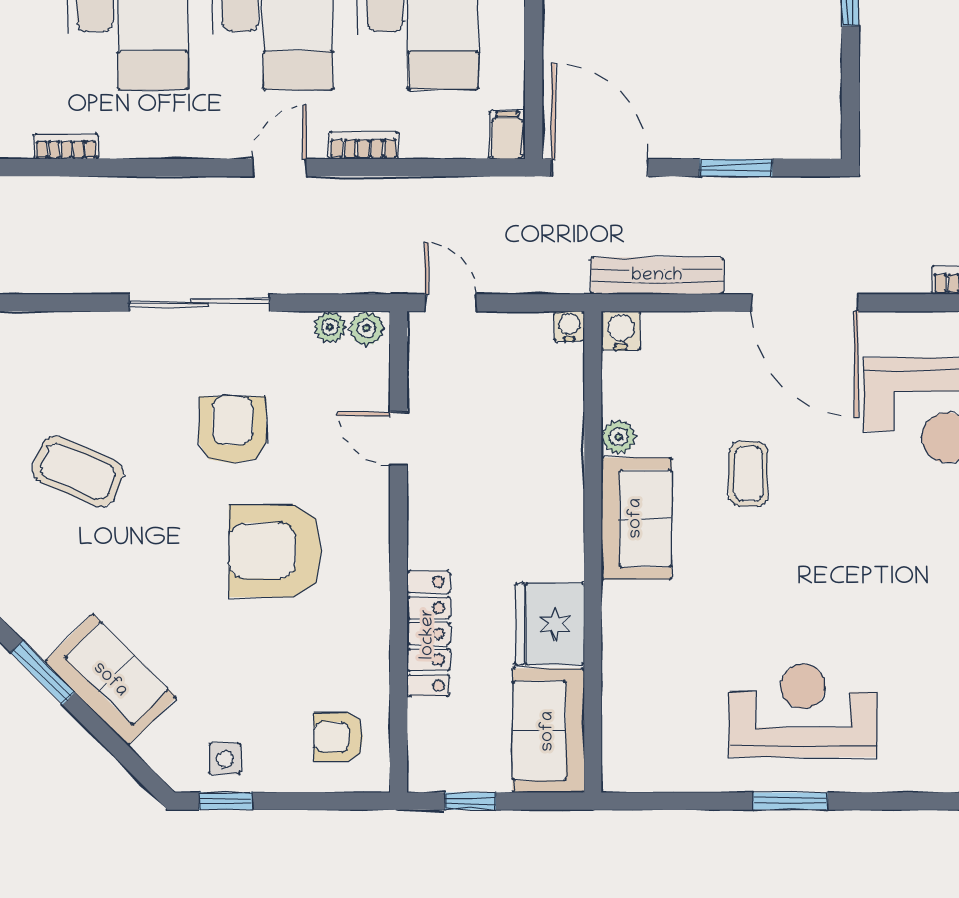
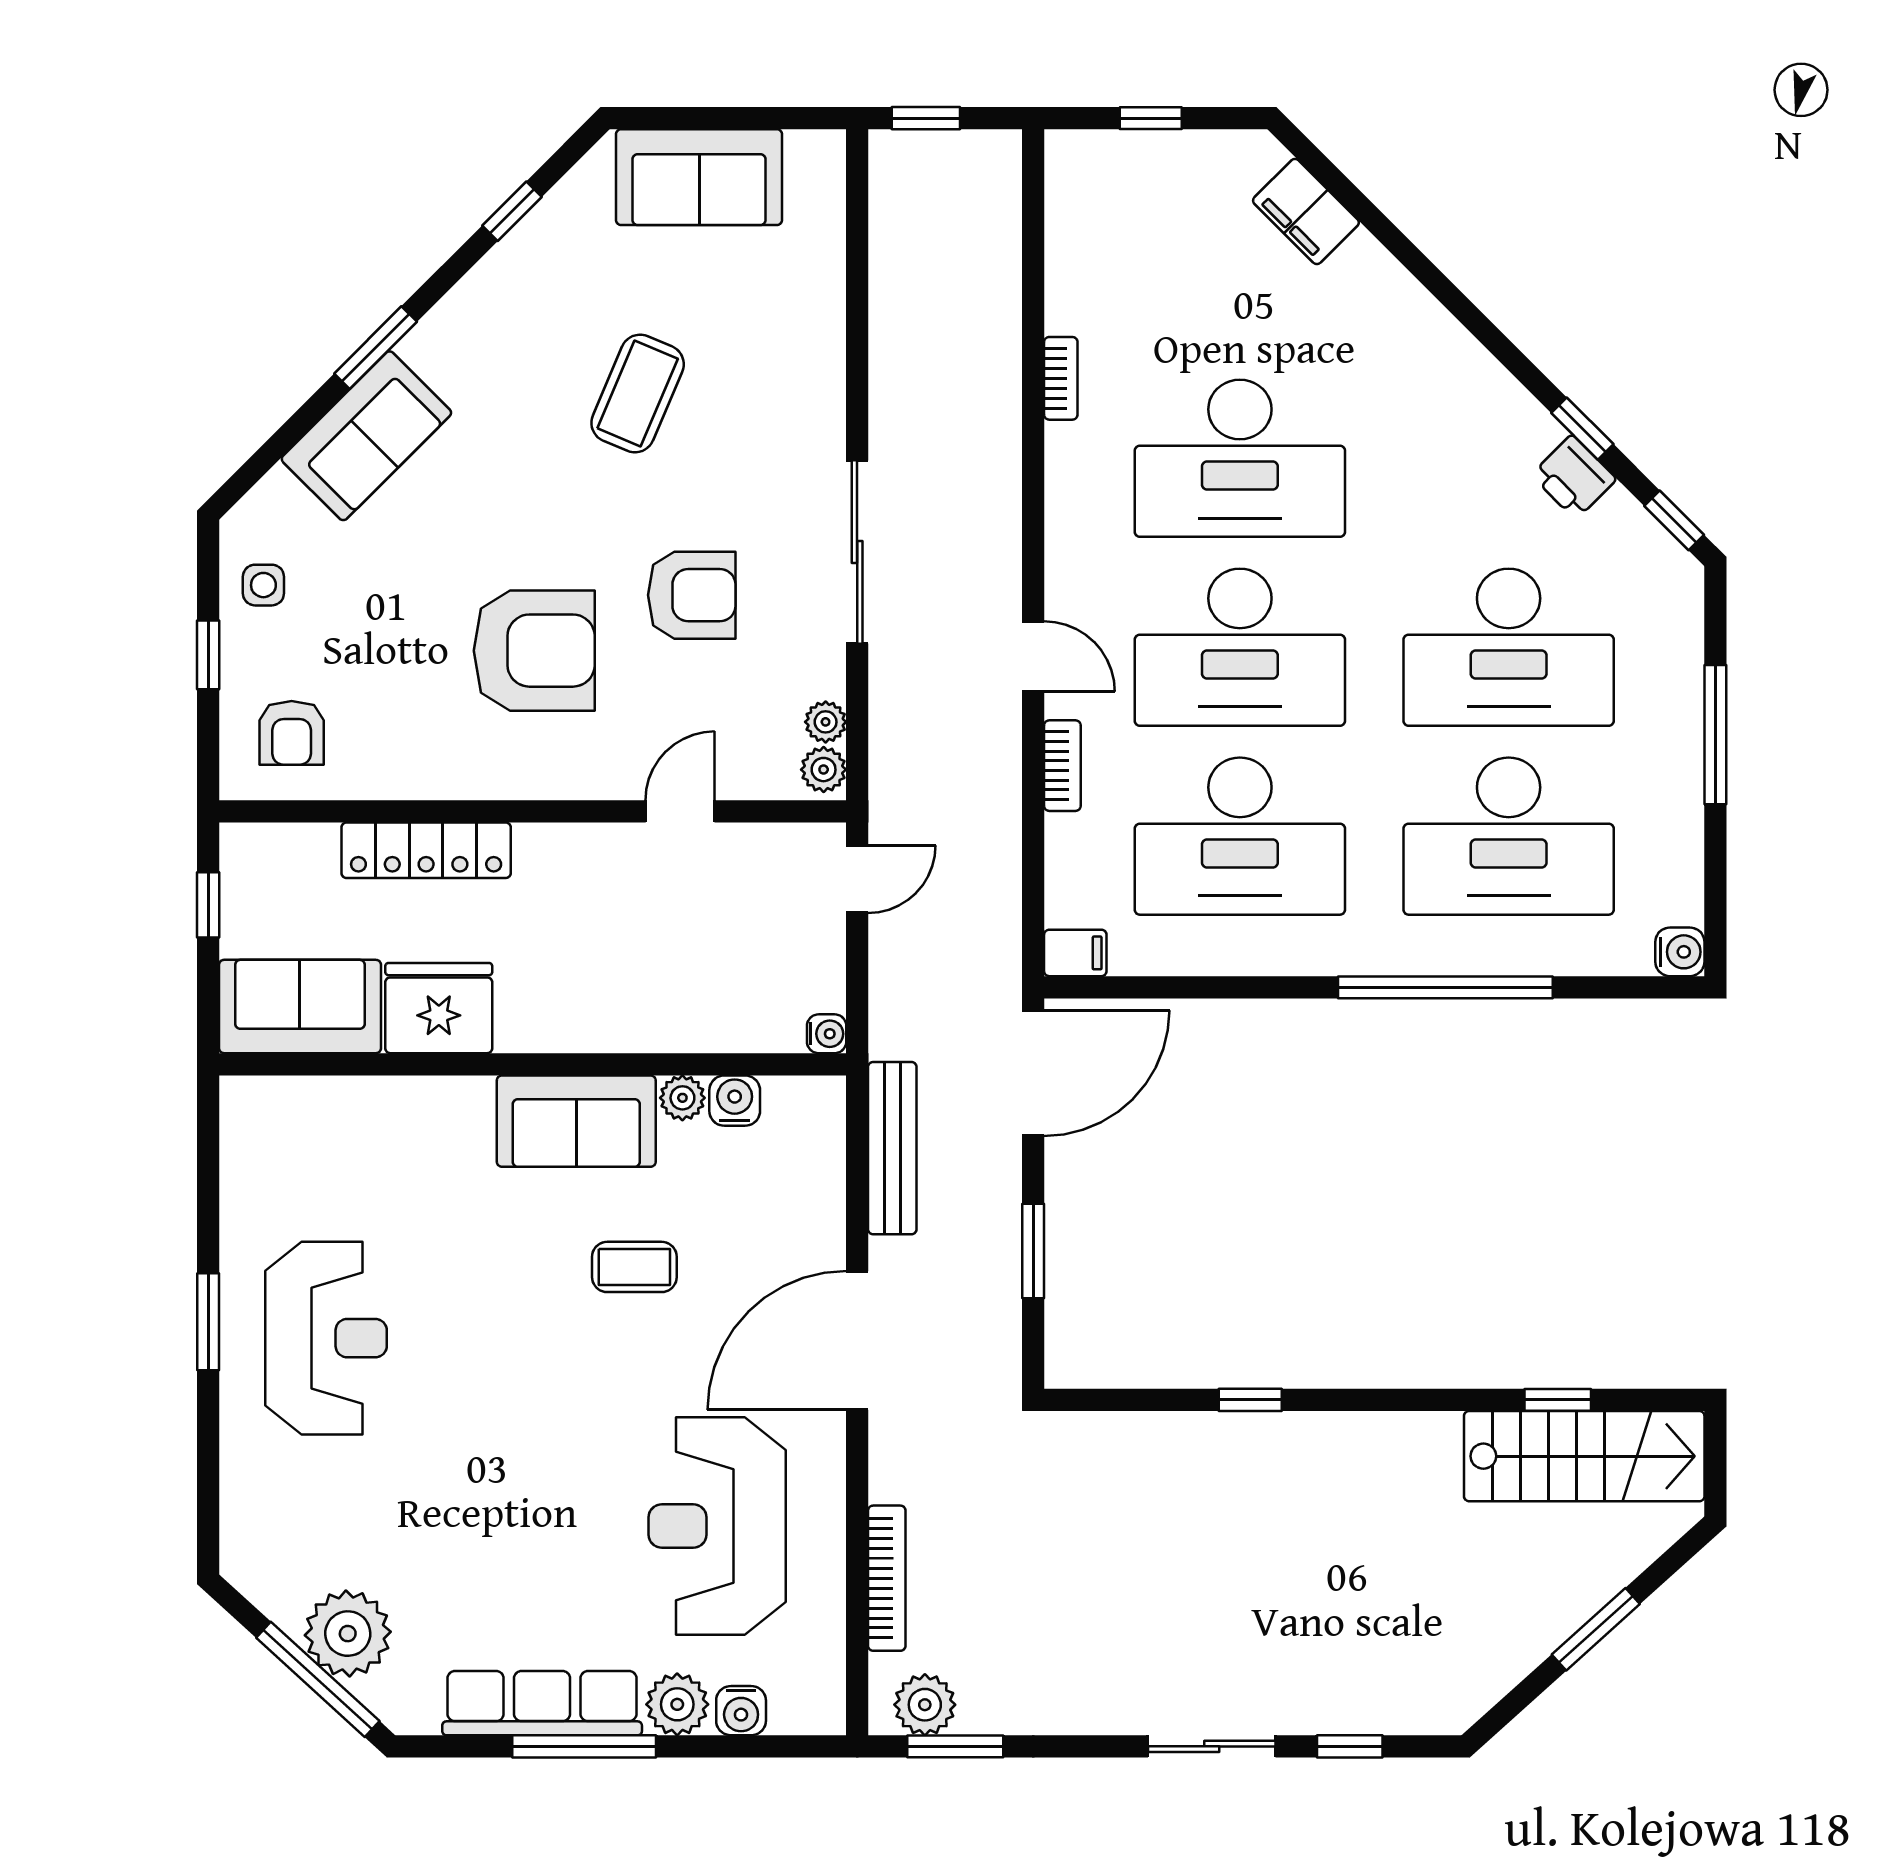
water cooler: (621, 331) -> (735, 1101), moved, turned -90
armchair: (275, 551) -> (534, 651), turned 90
armchair: (338, 737) -> (292, 733), turned 180
window: (226, 801) -> (208, 655), moved

